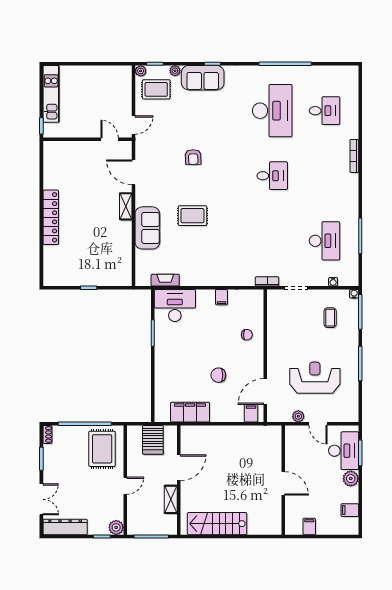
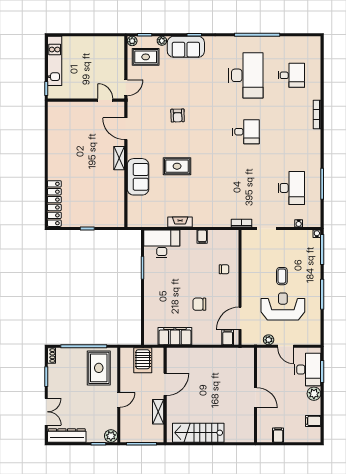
locker: (51, 217) -> (54, 204), moved
fireplace: (165, 280) -> (180, 222), moved
coffee table: (330, 318) -> (282, 276), moved

